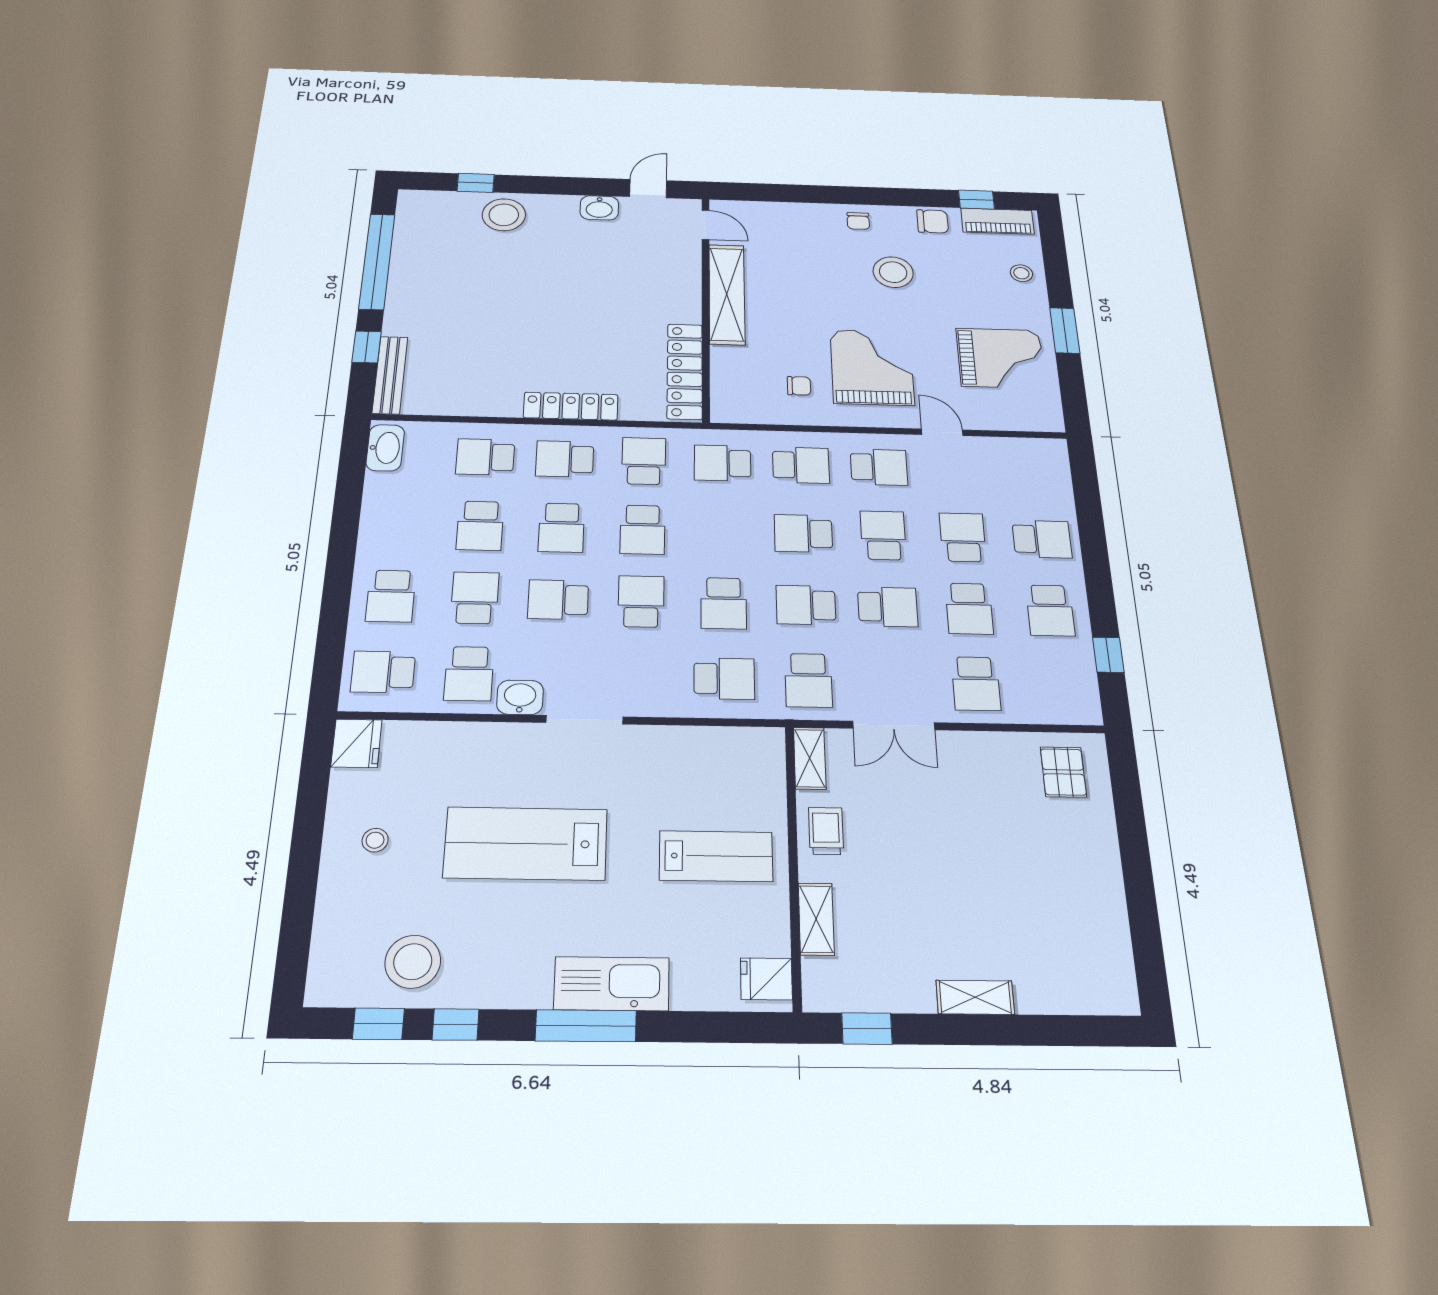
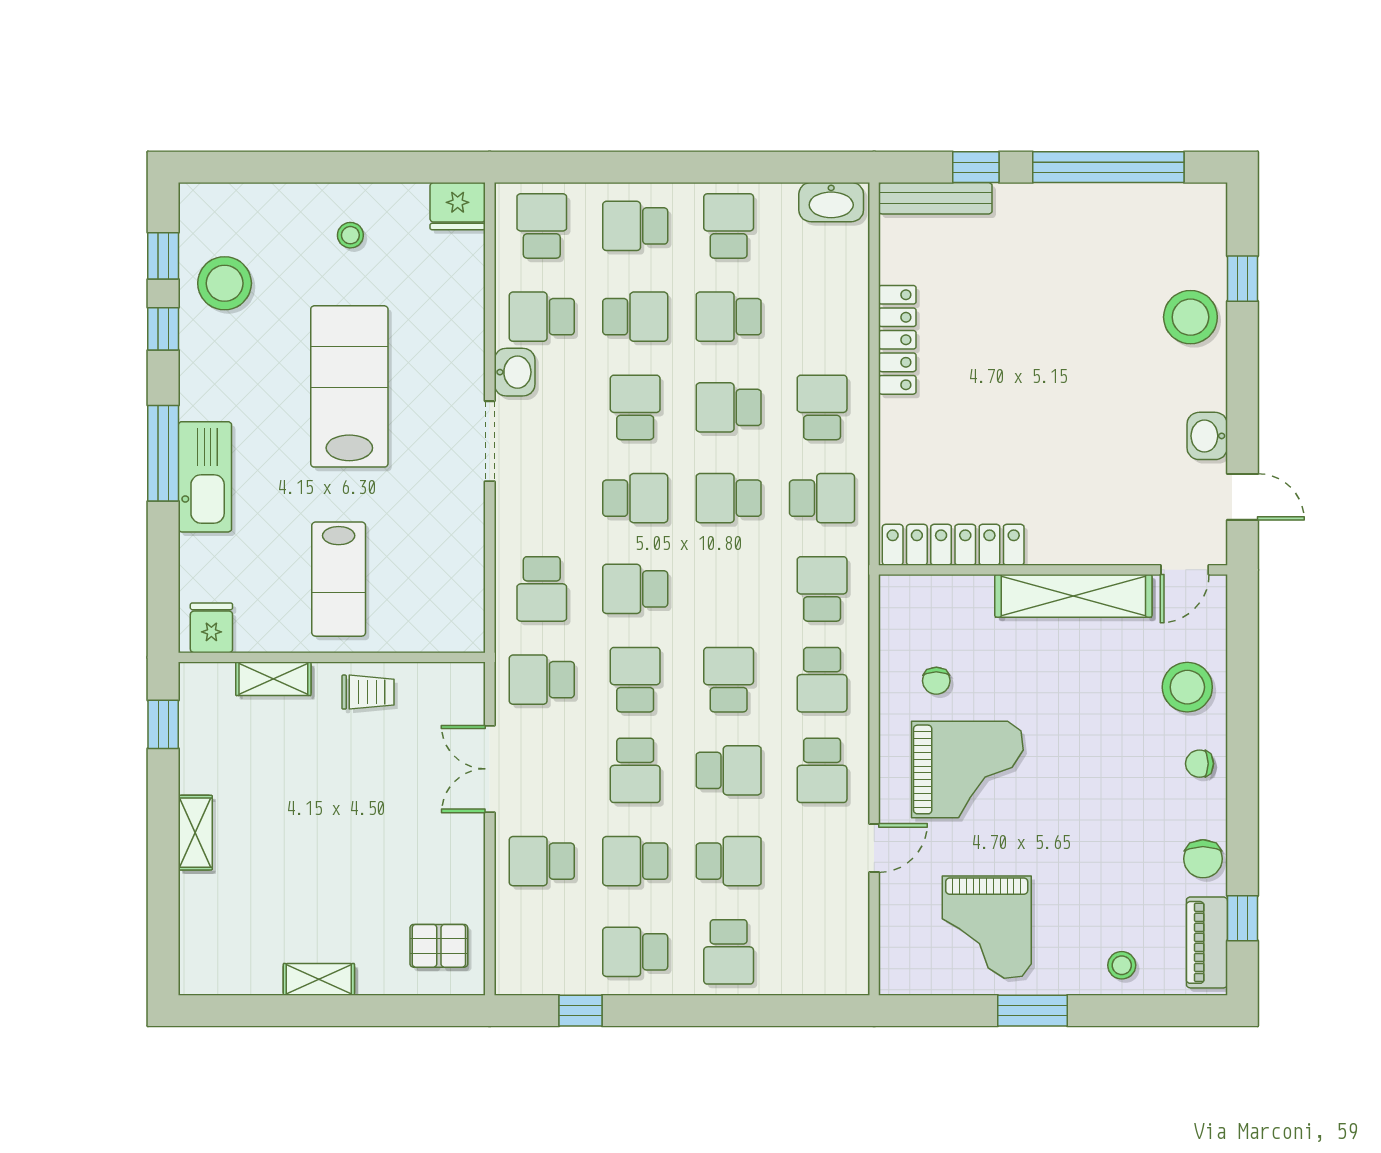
stool: (893, 272) -> (1187, 687), moved
locker: (571, 406) -> (897, 340), moved
school desk: (485, 457) -> (729, 226), moved
shelving: (810, 758) -> (319, 979), moved

